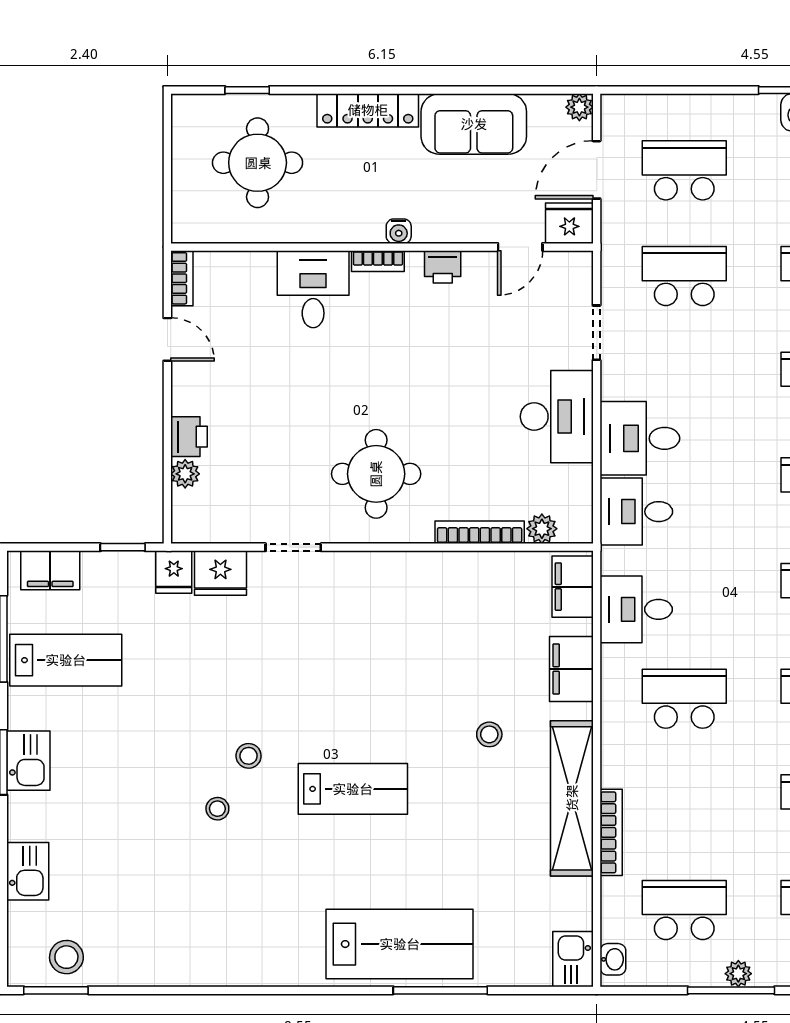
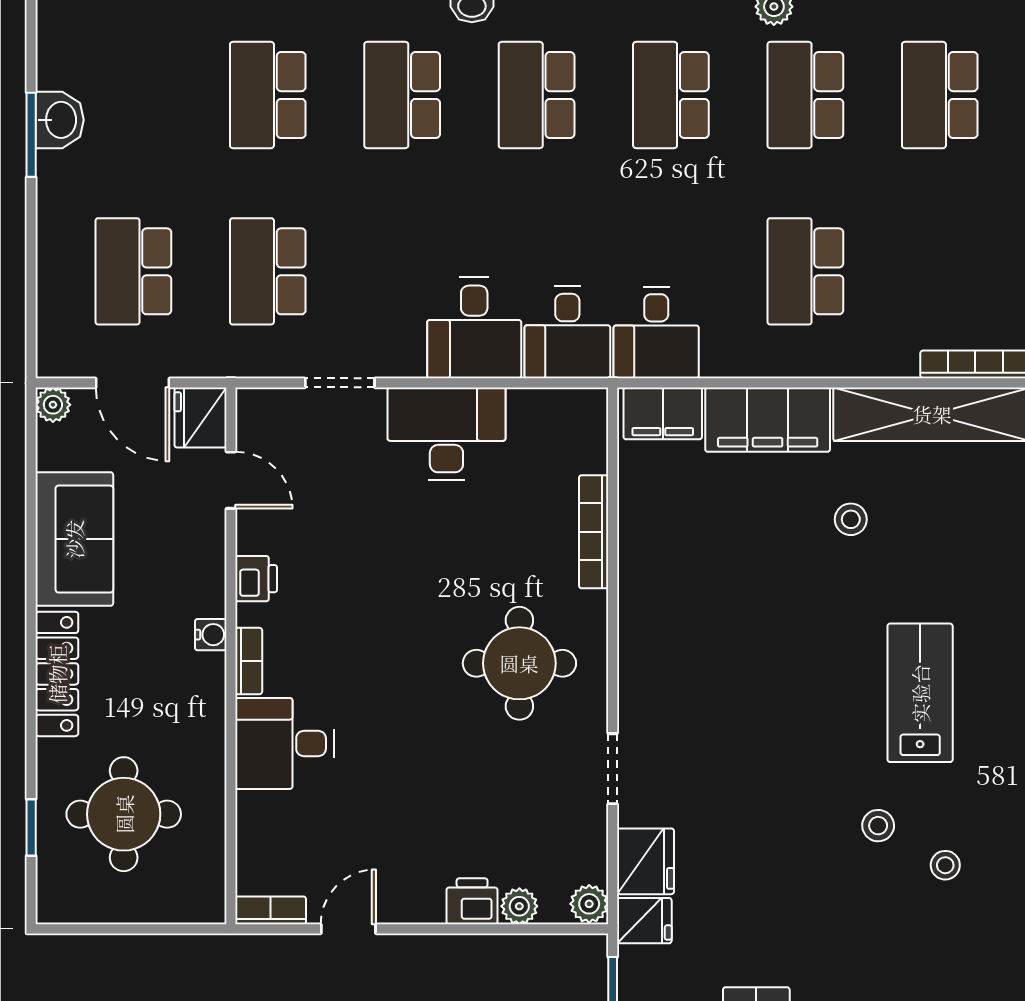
plant: (542, 529) -> (589, 904), moved
desk: (636, 609) -> (656, 333), moved
filing cabinet: (571, 669) -> (768, 420), width x1.50, depth x1.17

